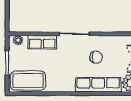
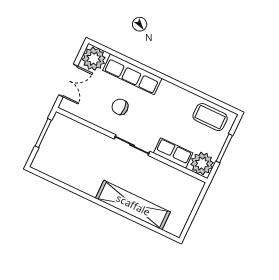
plant: (18, 40) -> (202, 164), width x1.87, depth x1.87
coffee table: (28, 81) -> (210, 117), width x0.73, depth x0.76

